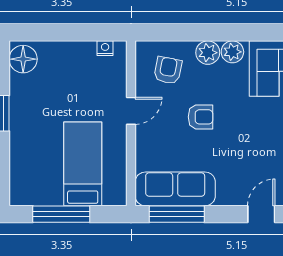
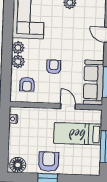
armchair: (168, 70) -> (27, 84), turned -101
door: (131, 111) -> (68, 106), moved
armchair: (31, 114) -> (49, 162), added

